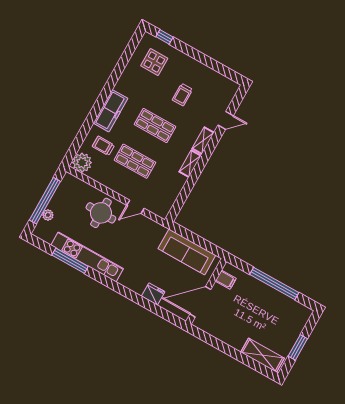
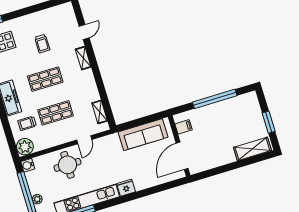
shelving: (190, 164) -> (100, 112), moved
water cooler: (69, 180) -> (28, 165), added
fridge: (153, 294) -> (126, 188), moved

